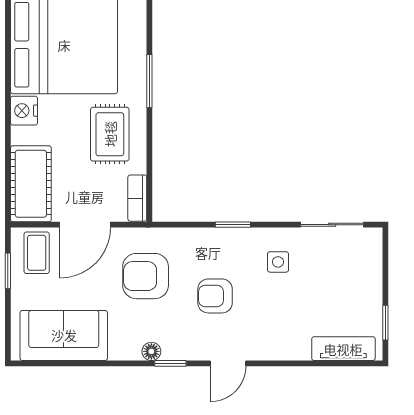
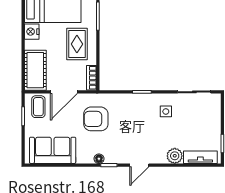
armchair: (215, 296) -> (133, 129), removed
plant: (295, 346) -> (175, 156), added

